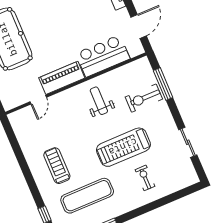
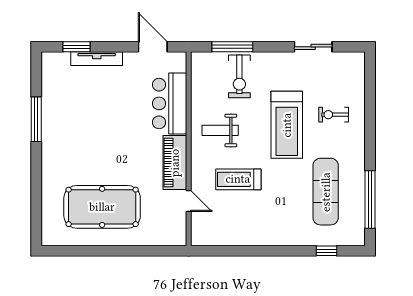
treadmill: (57, 166) -> (238, 179), moved

